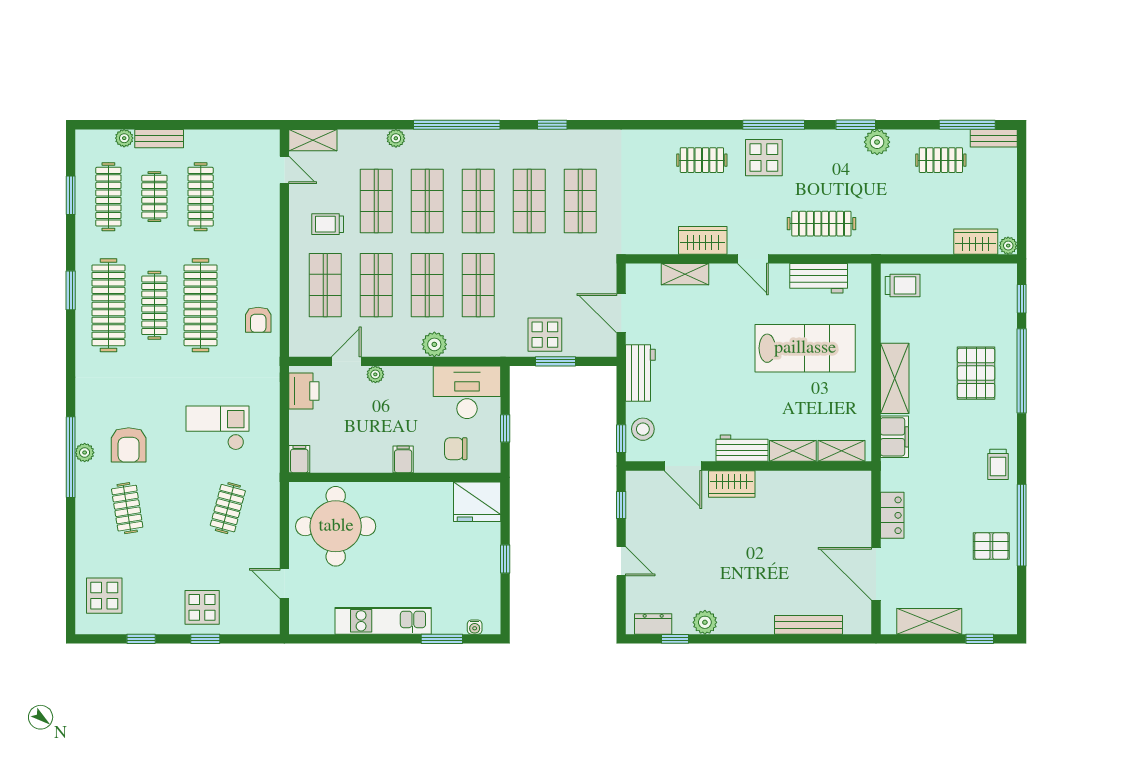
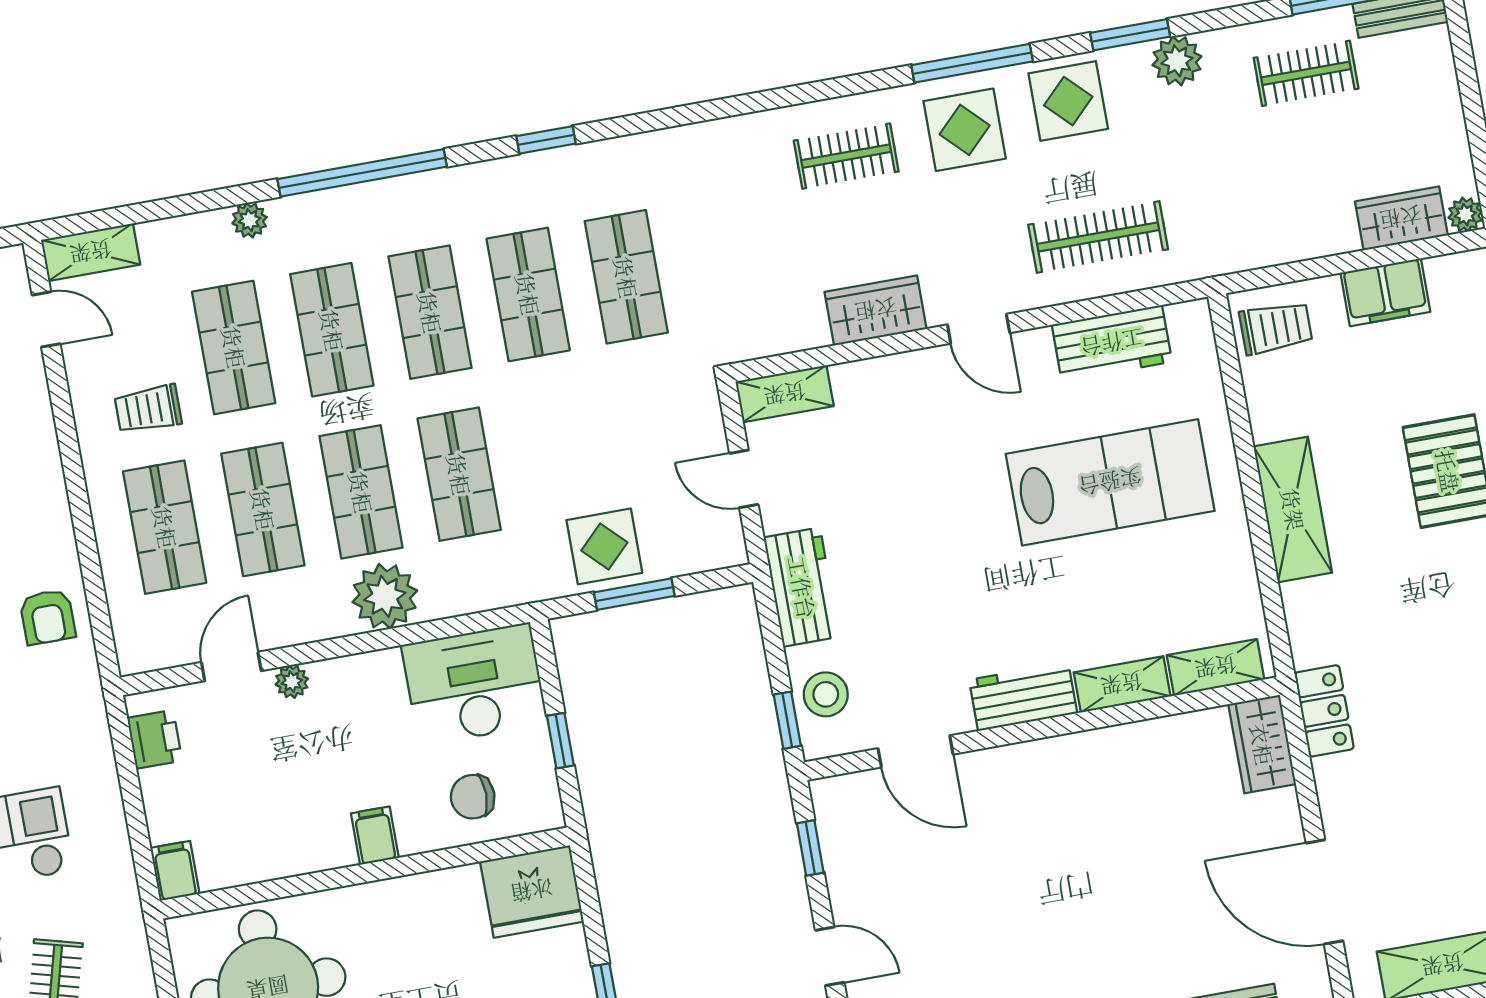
display table: (819, 152) -> (1068, 101), added
shelving: (685, 274) -> (785, 394), moved
door: (621, 313) -> (744, 479), width x0.73
plant: (434, 344) -> (385, 596), width x1.36, depth x1.36
printer: (304, 391) -> (155, 739), width x0.73, depth x0.81
filing cabinet: (894, 437) -> (1385, 292), moved, turned 90
wardrobe: (732, 484) -> (1262, 744), moved, turned 90
locker: (892, 515) -> (1324, 711), moved

